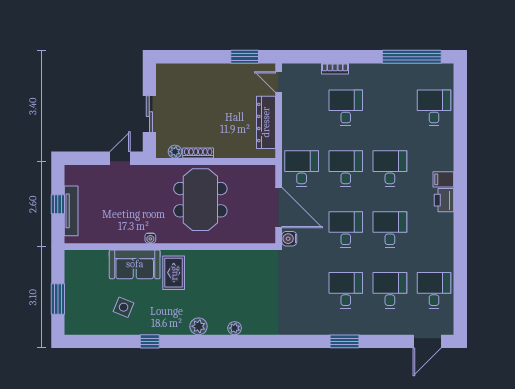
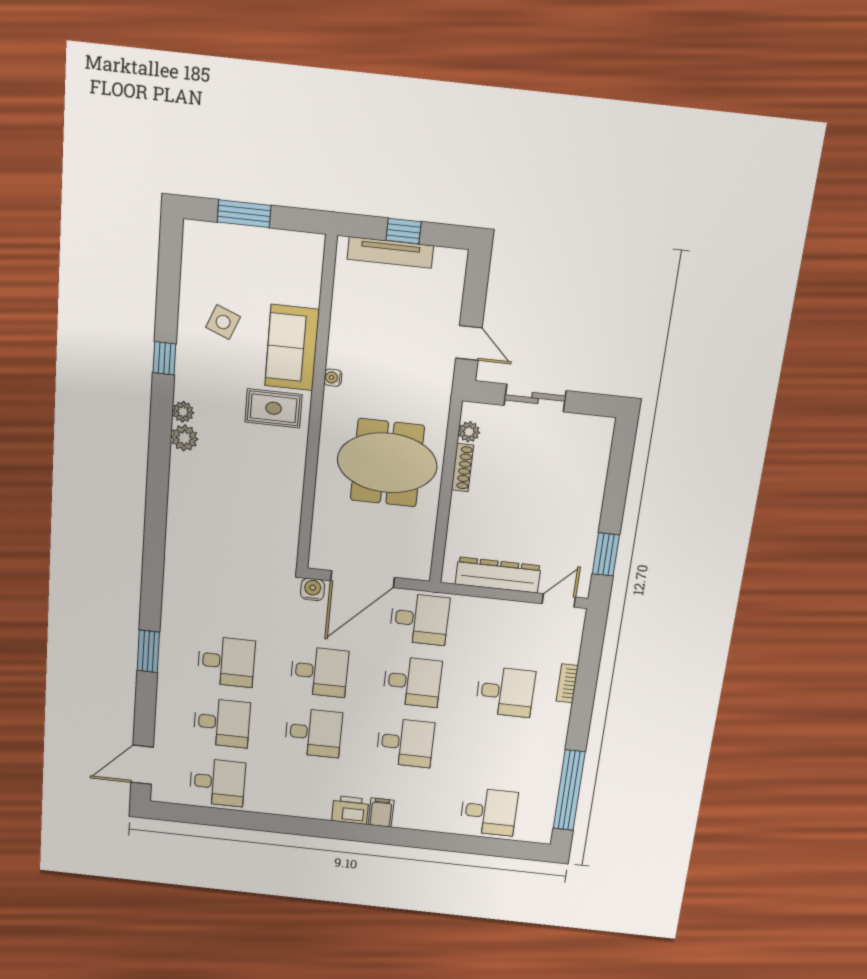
plant: (235, 328) -> (183, 412), moved
door: (427, 341) -> (142, 765), hinge flipped

